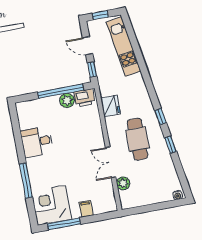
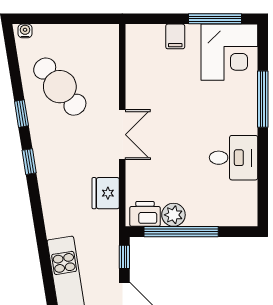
cafe table: (138, 139) -> (60, 87), moved, turned -40
double door: (111, 162) -> (122, 135), moved
plant: (123, 183) -> (109, 66), removed

